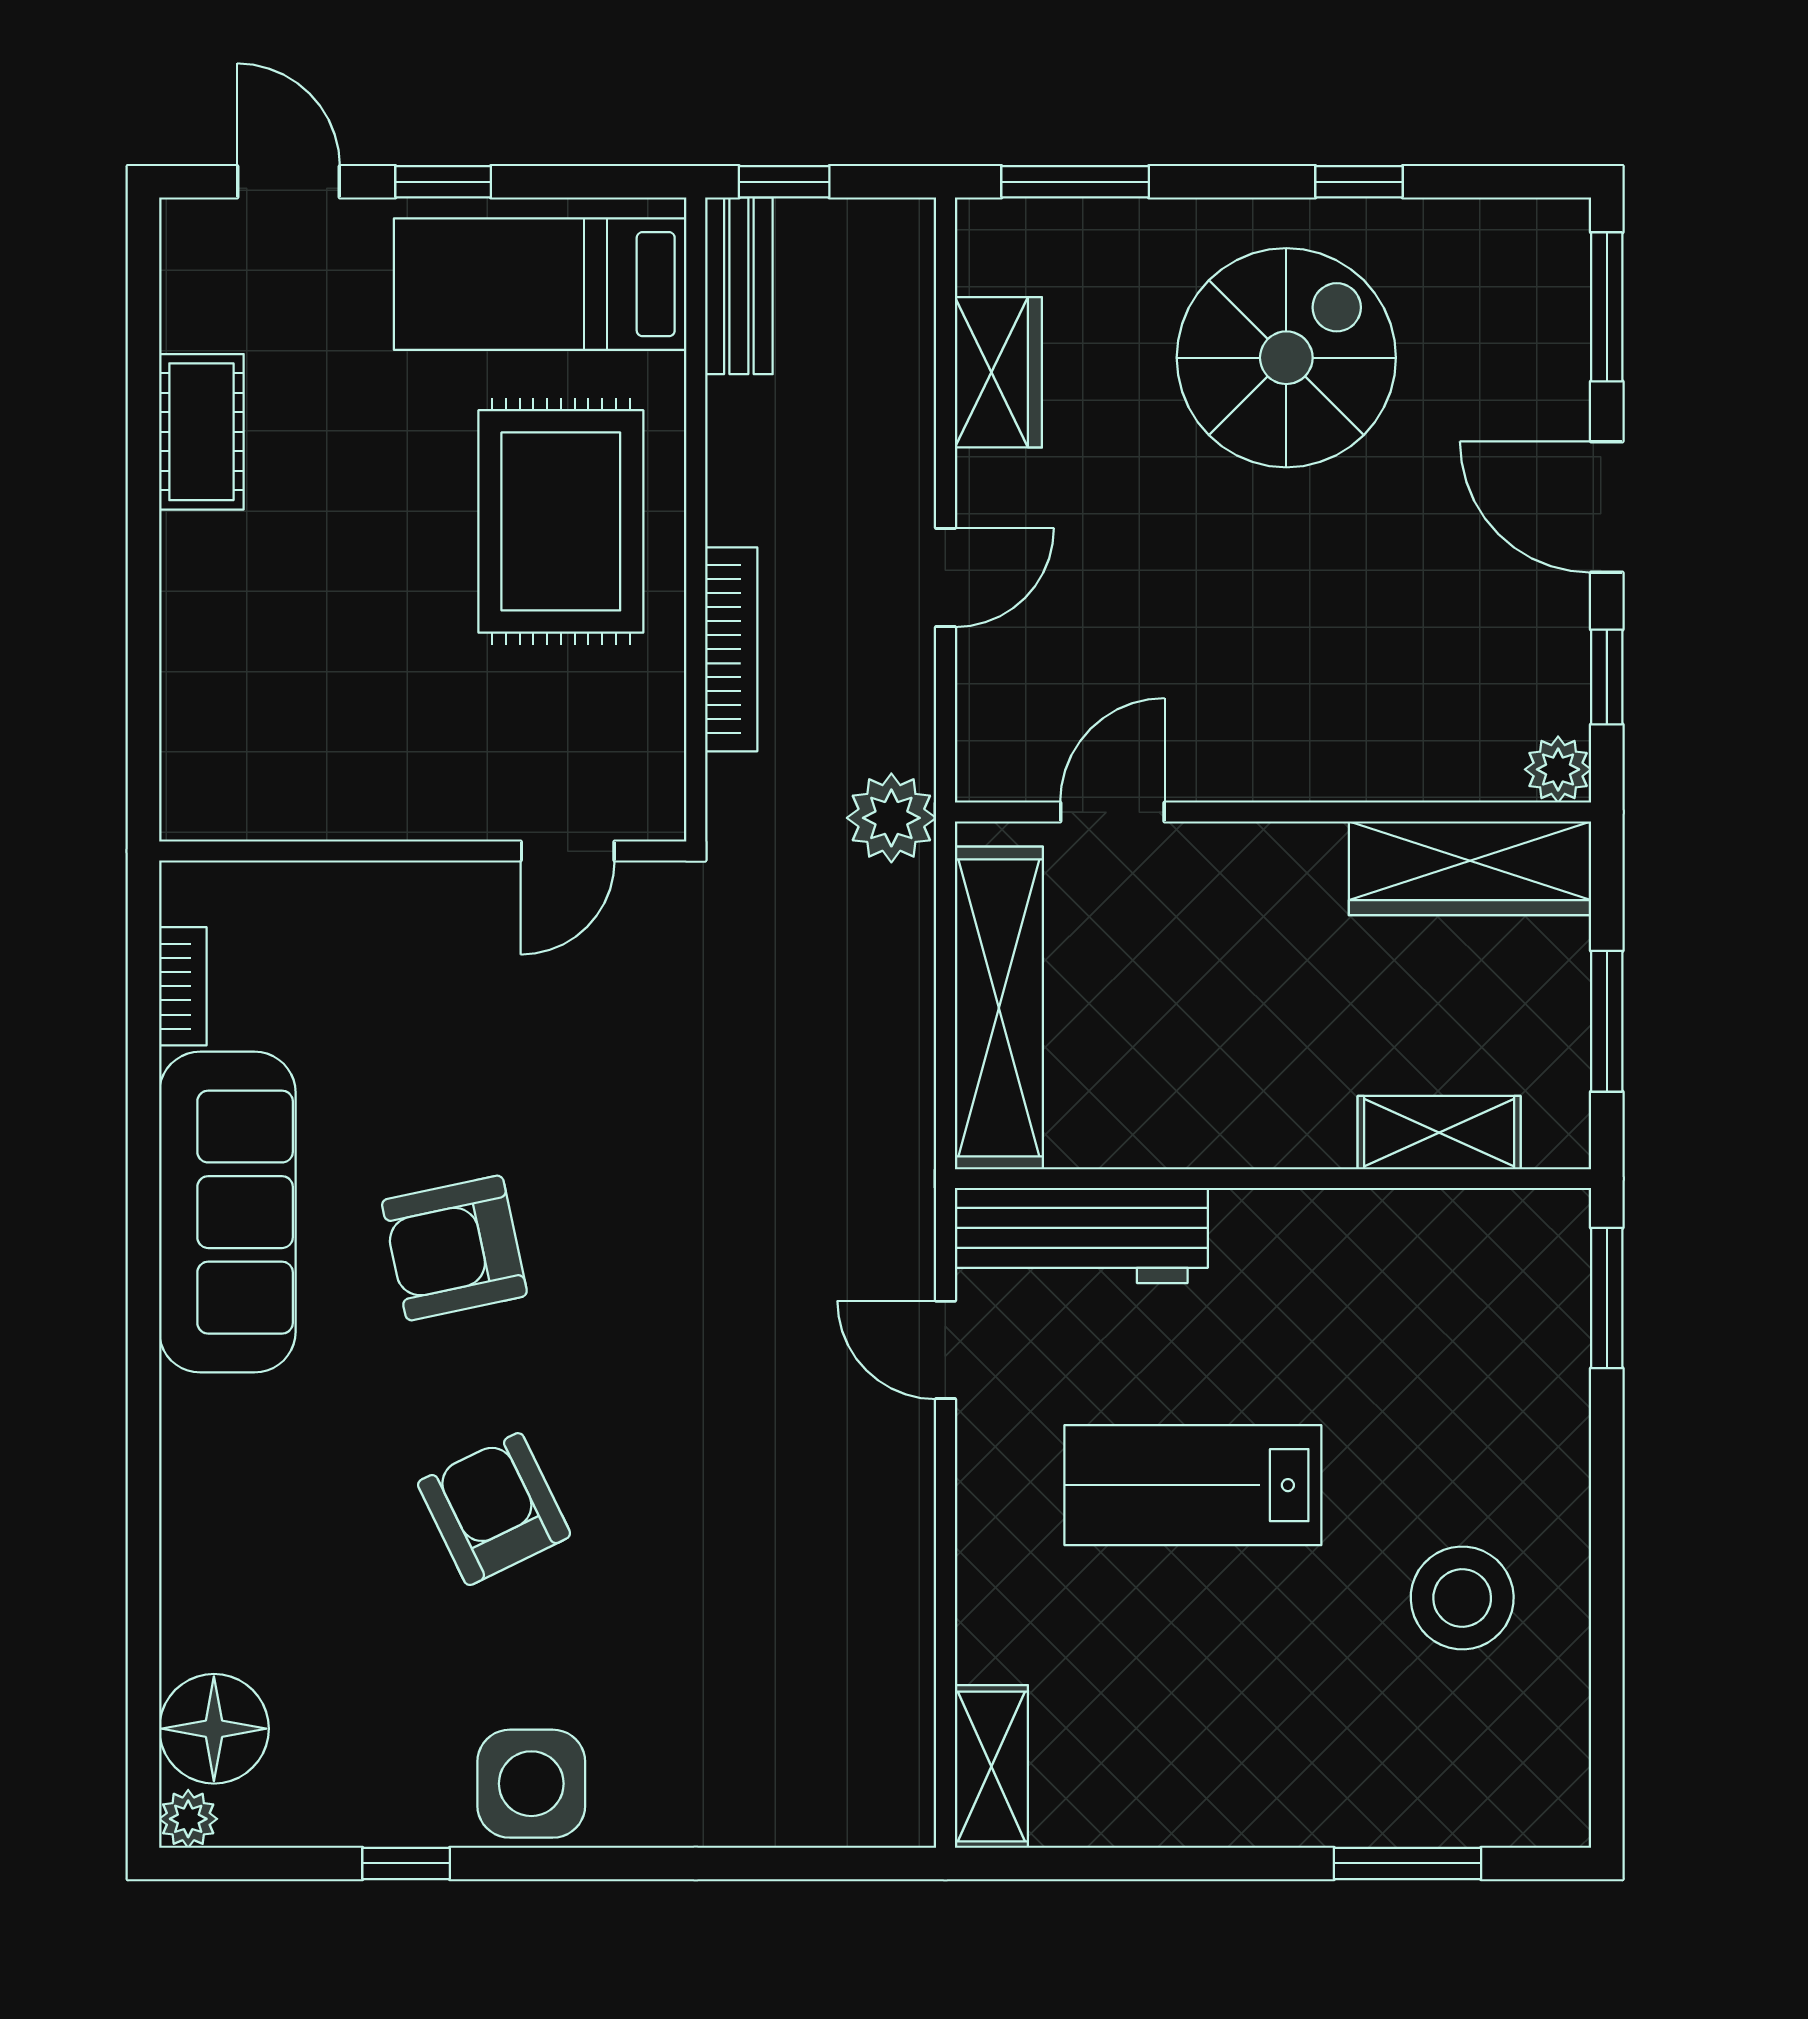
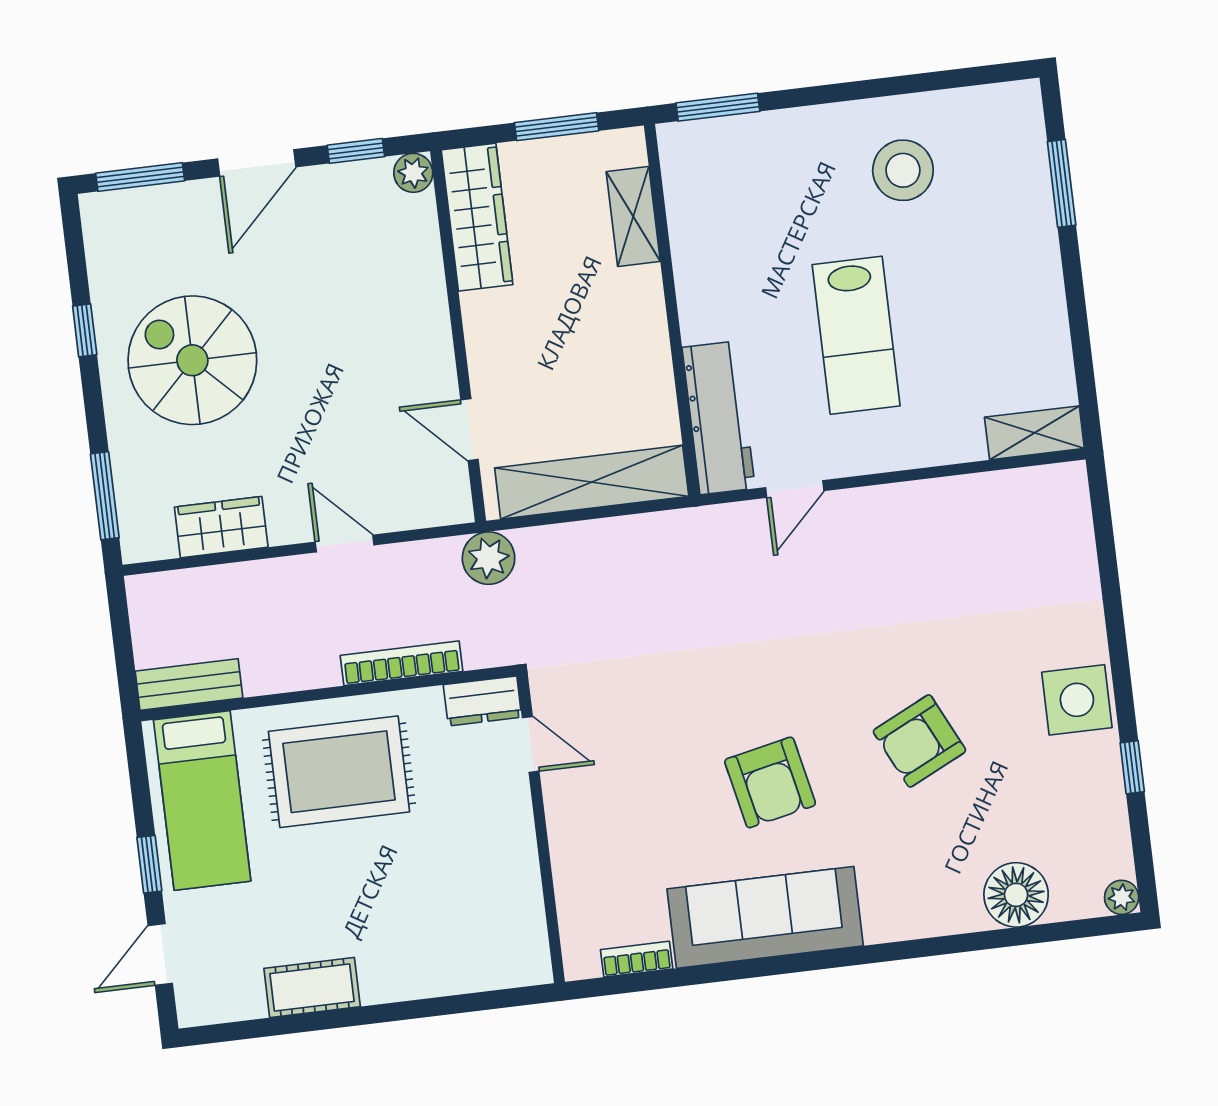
window: (784, 182) -> (125, 665), removed
dresser: (651, 779) -> (483, 701), added
floor lamp: (214, 1729) -> (1016, 895), moved

